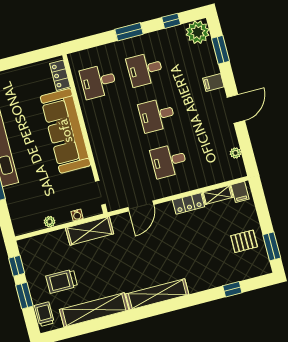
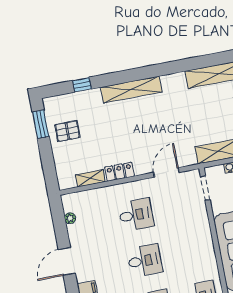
filing cabinet: (240, 192) -> (68, 180), removed
shelving: (157, 294) -> (131, 89), moved

